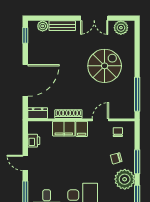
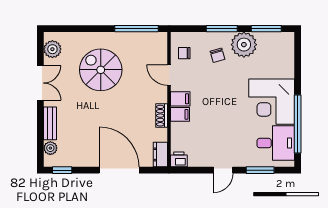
shoe rack: (68, 114) -> (162, 116), width x0.70
filing cabinet: (64, 129) -> (180, 114), width x0.50
printer: (34, 141) -> (179, 159), moved

